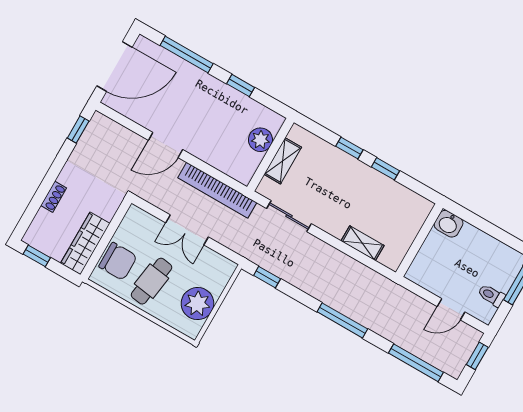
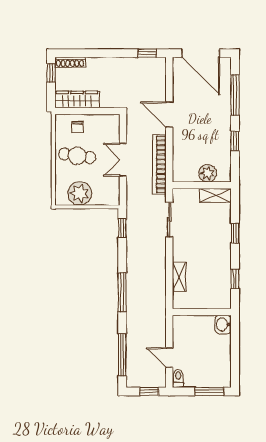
shelving: (283, 161) -> (215, 195), moved
window: (385, 169) -> (235, 279), moved
shoe rack: (54, 197) -> (70, 62), moved, width x1.43
chair: (118, 261) -> (77, 127), width x0.54, depth x0.54
toilet: (491, 295) -> (178, 378), moved

